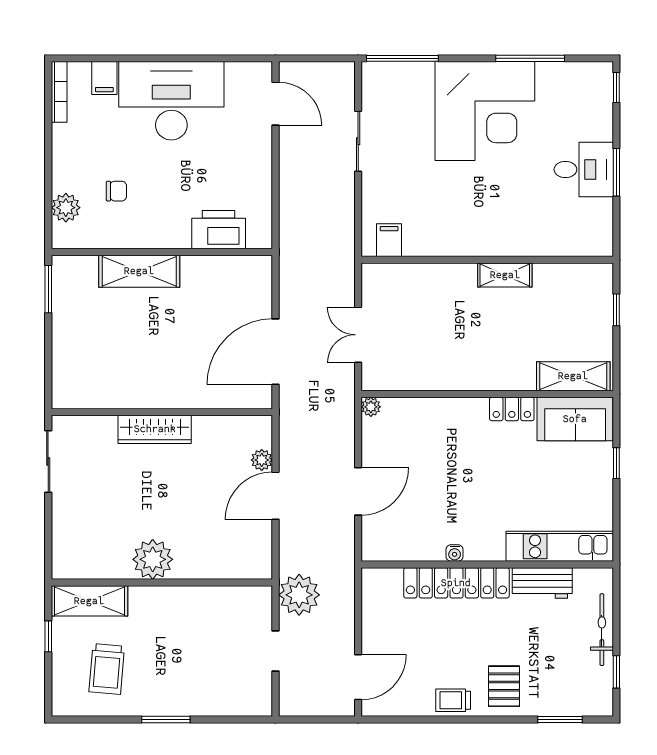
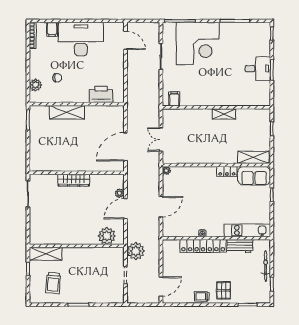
corner desk: (485, 111) -> (198, 44), moved
plant: (153, 559) -> (107, 236), moved

